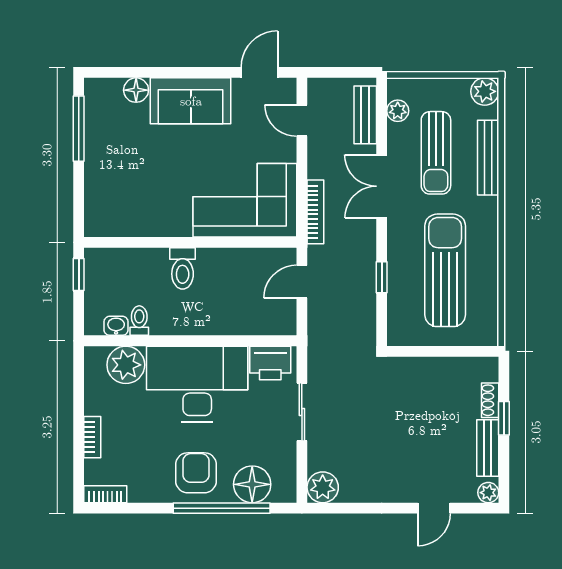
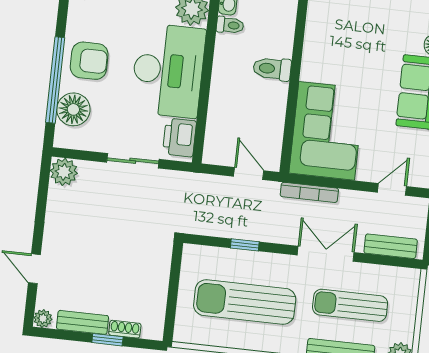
plant: (398, 111) -> (391, 276), removed
sun lounger: (445, 270) -> (245, 302), turned 180

